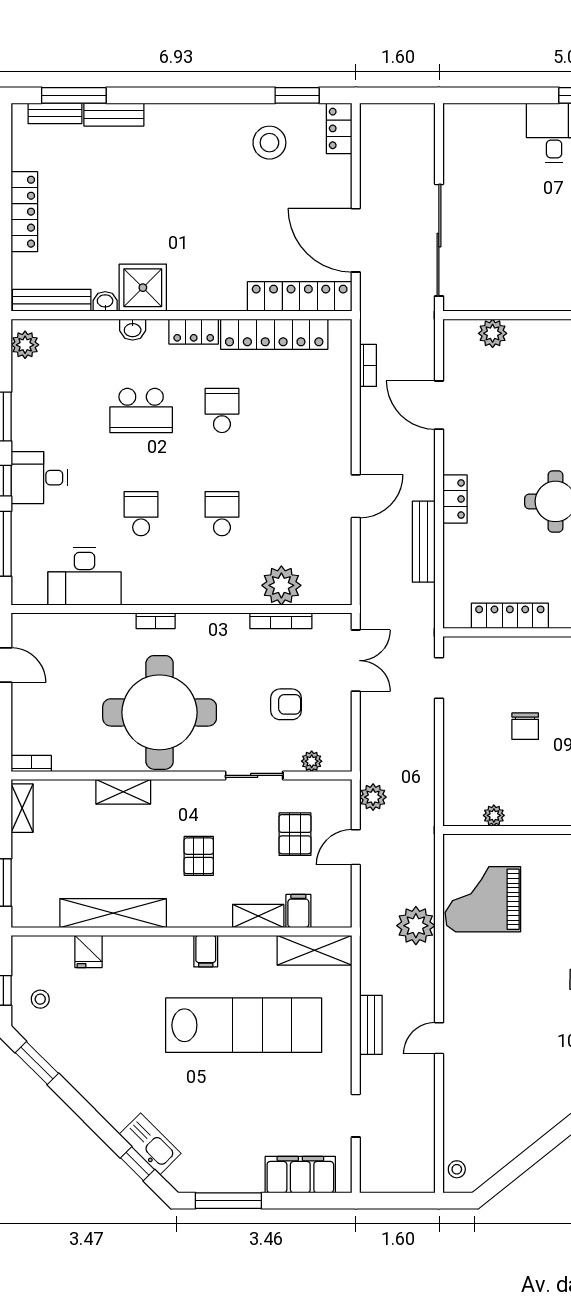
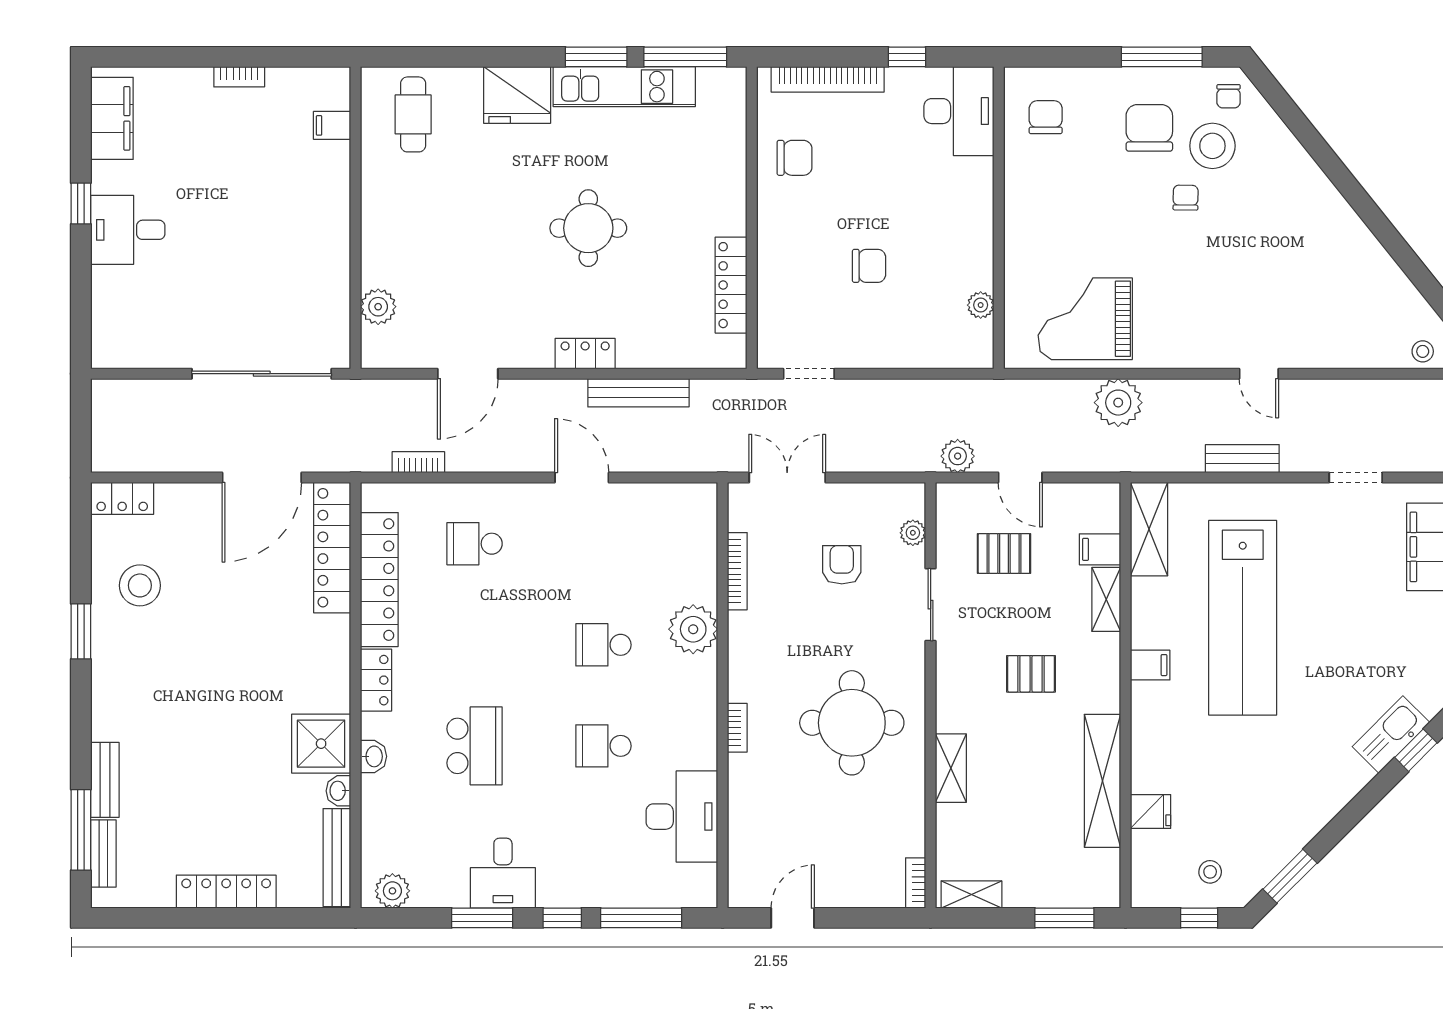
window: (297, 95) -> (81, 631), moved
school desk: (222, 410) -> (475, 544), moved
desk: (39, 478) -> (503, 873), moved
plant: (281, 585) -> (693, 629), moved
round table: (160, 712) -> (852, 723), width x0.73, depth x0.73
grand piano: (483, 899) -> (1085, 319), turned 90
lab bench: (244, 1025) -> (1243, 618), turned 180

